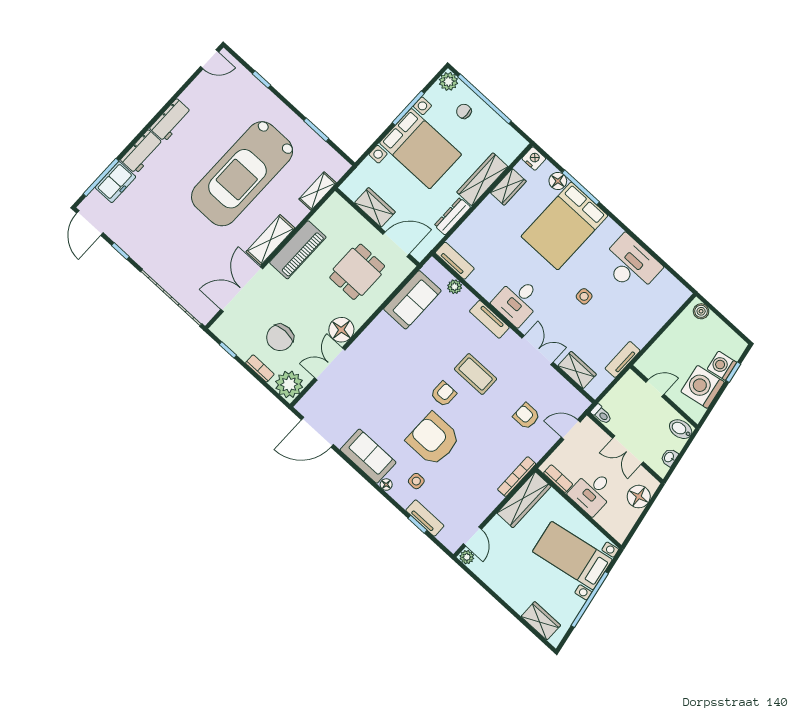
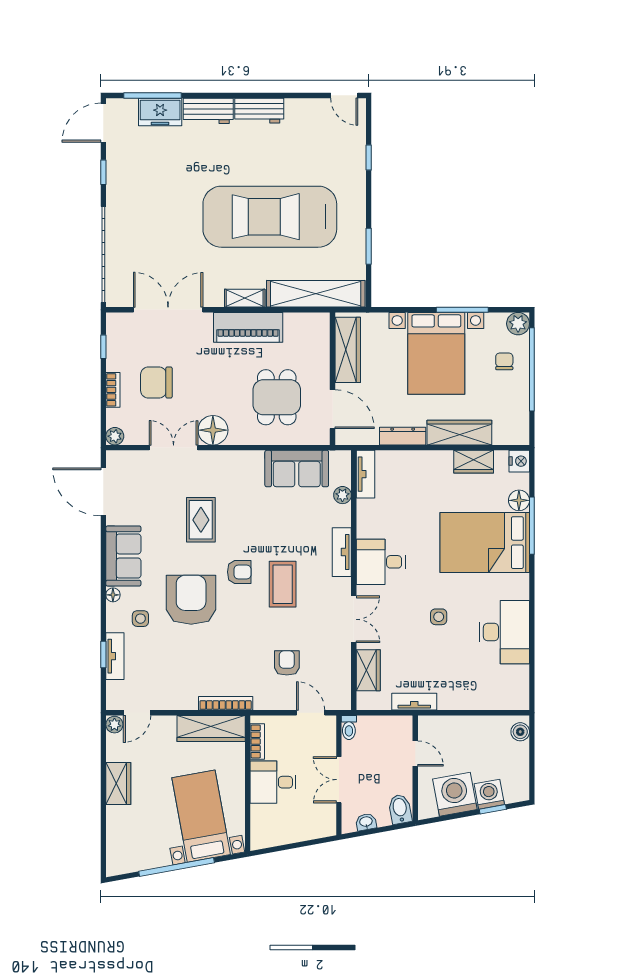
shelving: (318, 191) -> (316, 294), width x2.20, depth x1.33
wardrobe: (375, 207) -> (348, 350), width x1.50
shelving: (270, 240) -> (245, 298), width x0.67, depth x0.75
dining table: (357, 272) -> (277, 397), turned 90
plant: (289, 384) -> (115, 436), width x0.53, depth x0.53
rug: (390, 388) -> (201, 520), added
floor lamp: (639, 497) -> (307, 827), removed
wardrobe: (541, 621) -> (118, 784), moved

